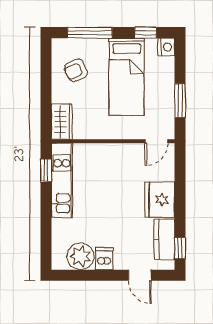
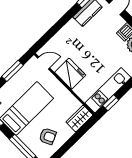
fridge: (160, 200) -> (70, 74), moved, turned -90

